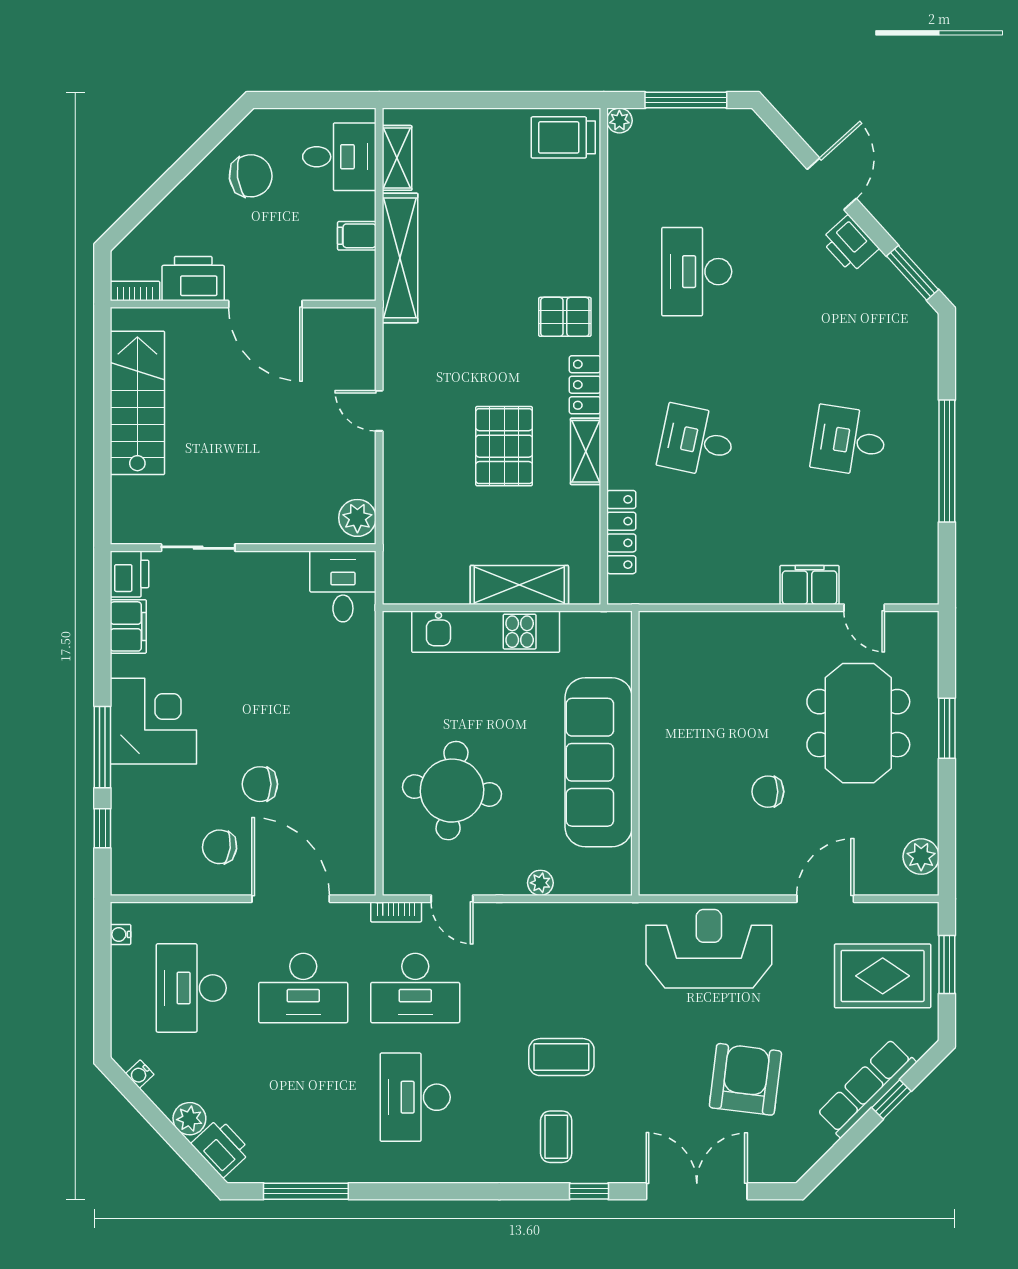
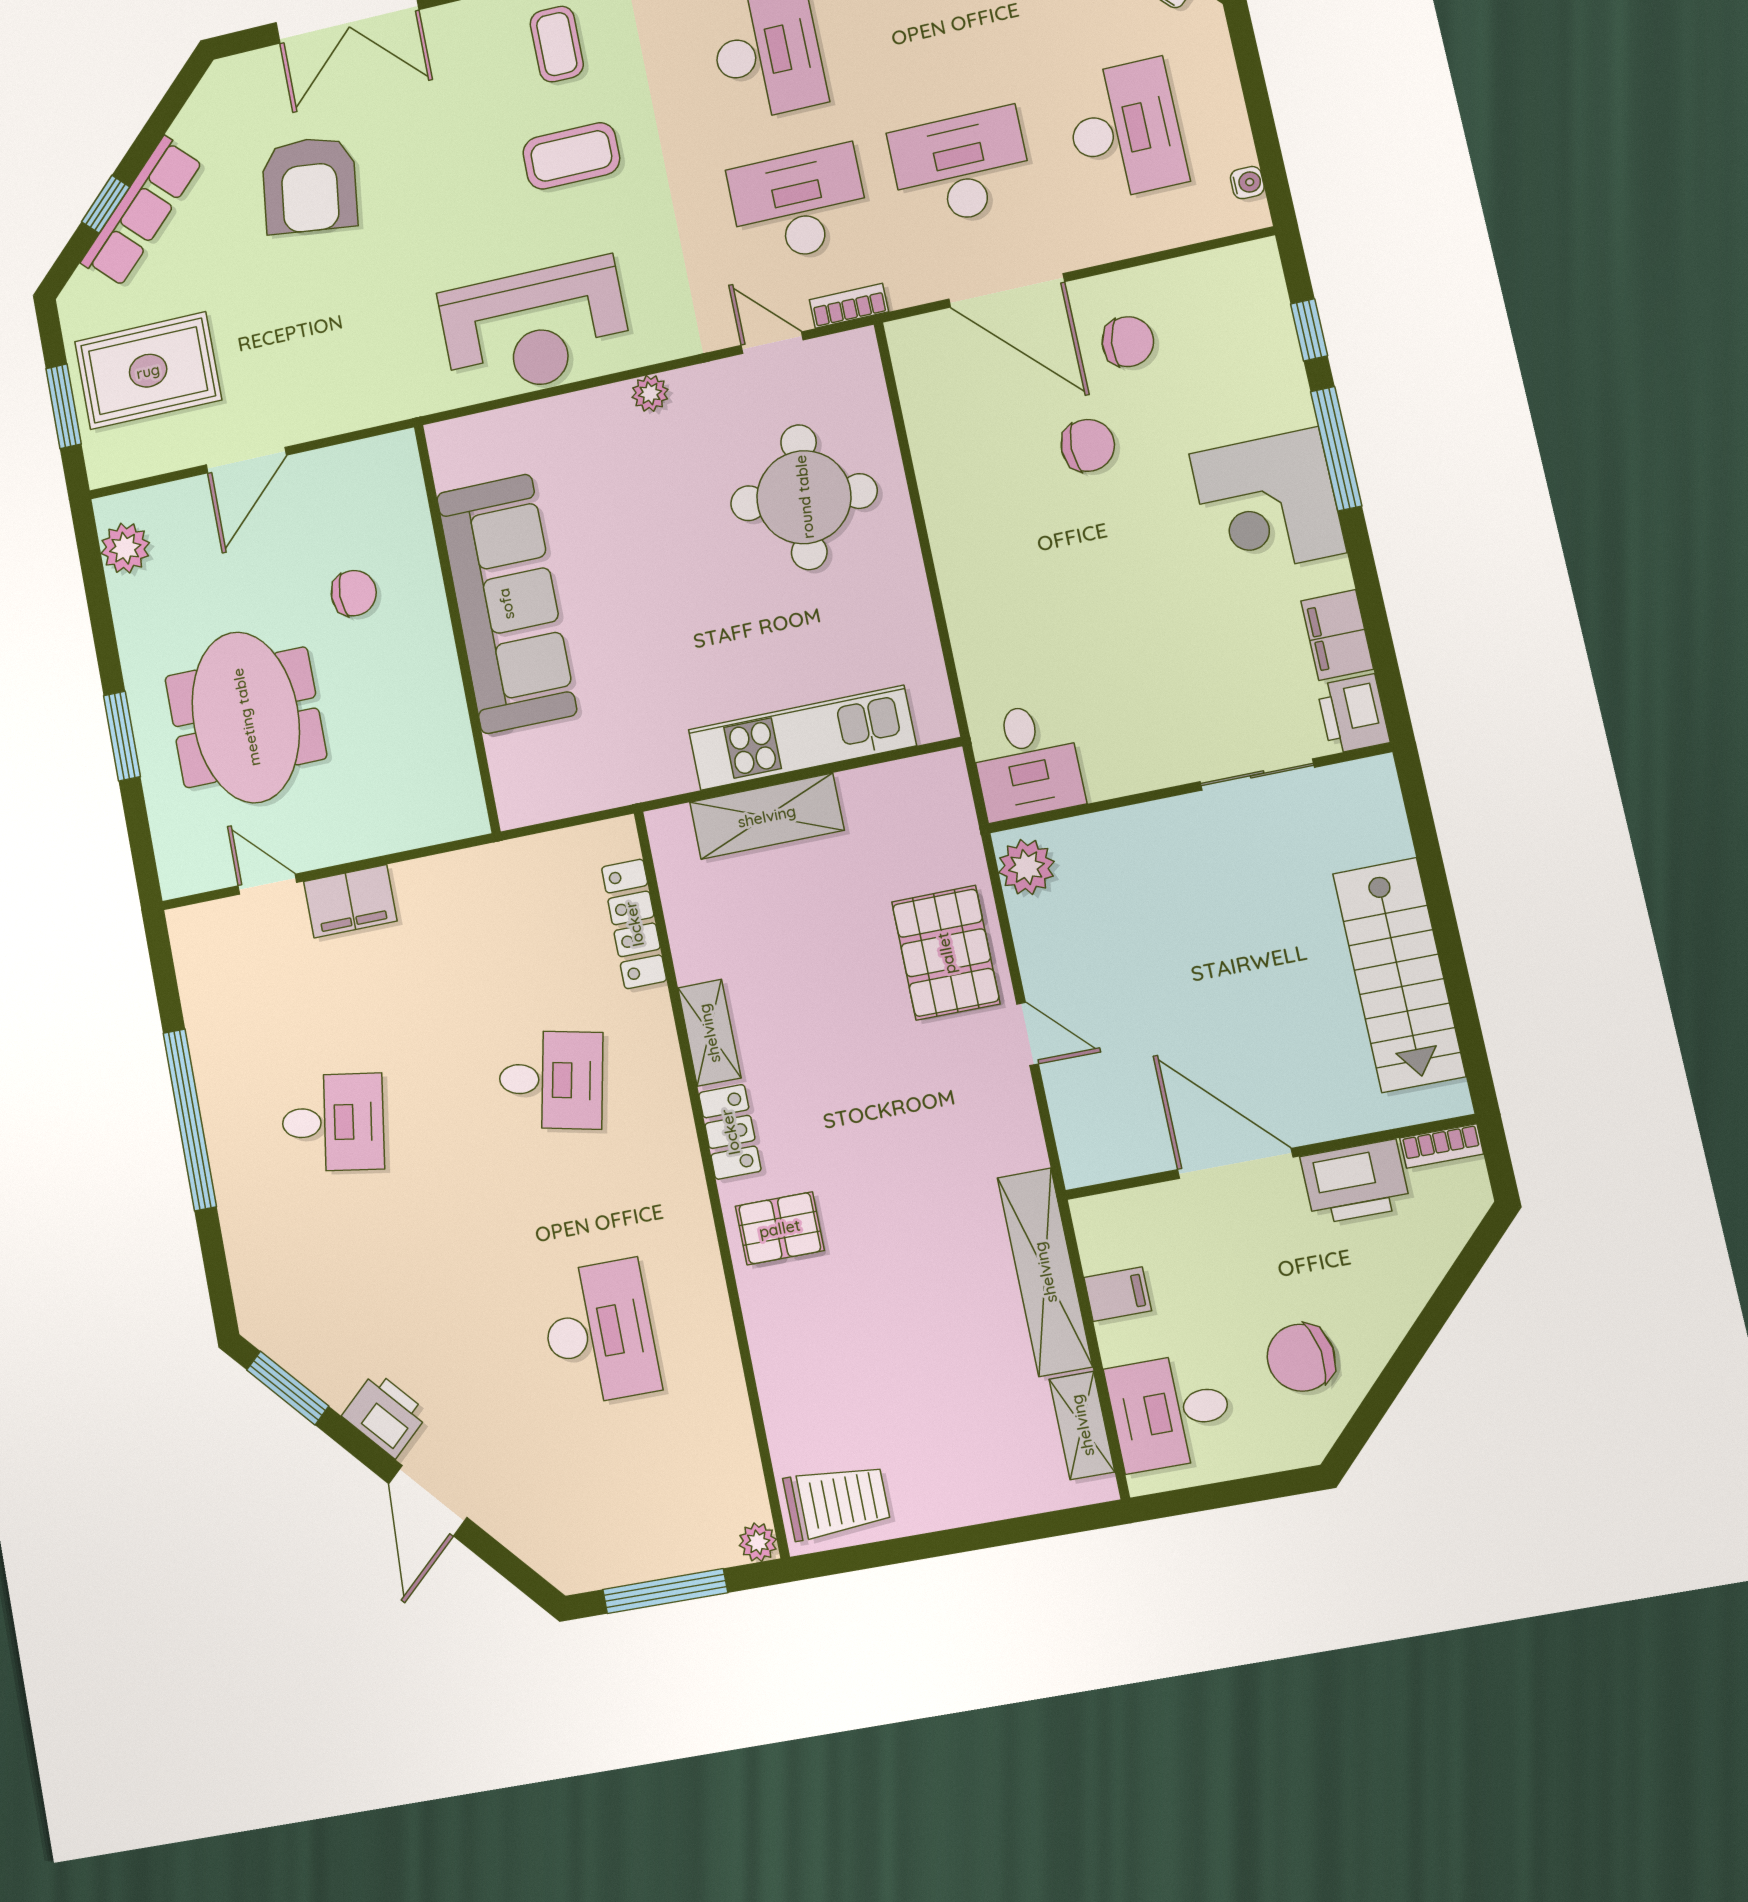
pallet: (504, 446) -> (946, 953), moved
wall: (635, 753) -> (457, 628), moved
sofa: (599, 762) -> (506, 604), moved
reception desk: (709, 949) -> (535, 328), moved

